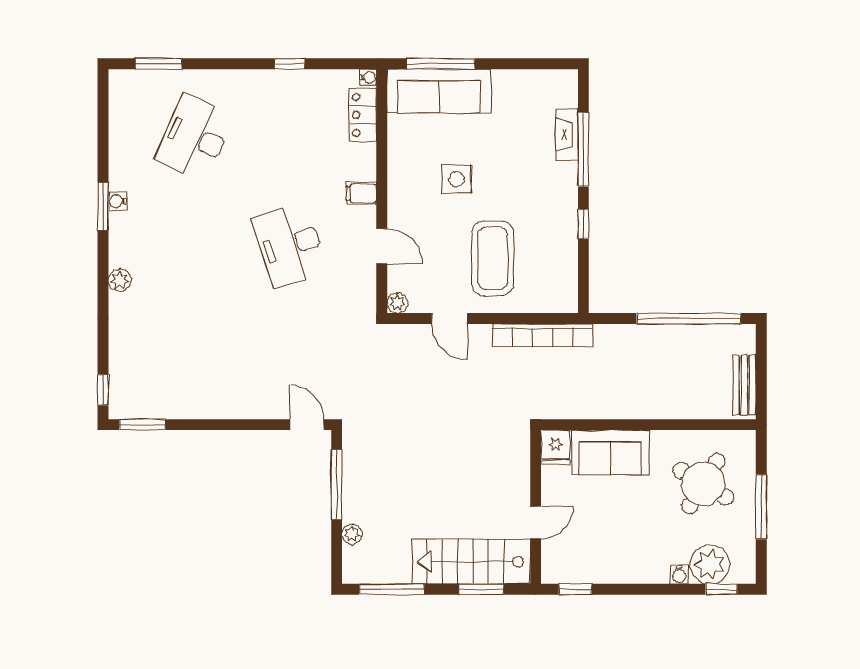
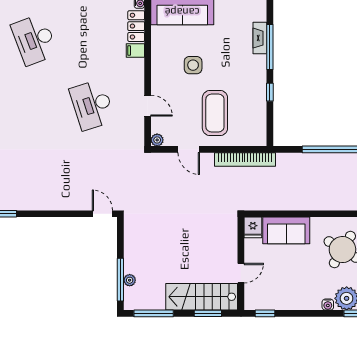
desk: (195, 137) -> (34, 40), turned -45
filing cabinet: (361, 193) -> (135, 51), moved
window: (337, 485) -> (120, 280), moved

